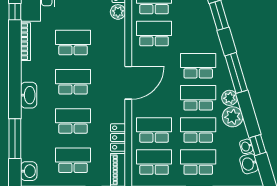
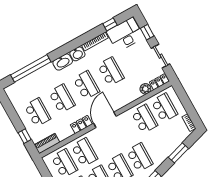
door: (128, 83) -> (105, 120), swing flipped
locker: (118, 137) -> (81, 125), moved
window: (15, 139) -> (31, 68), width x1.46
washbasin: (29, 171) -> (77, 54), moved

